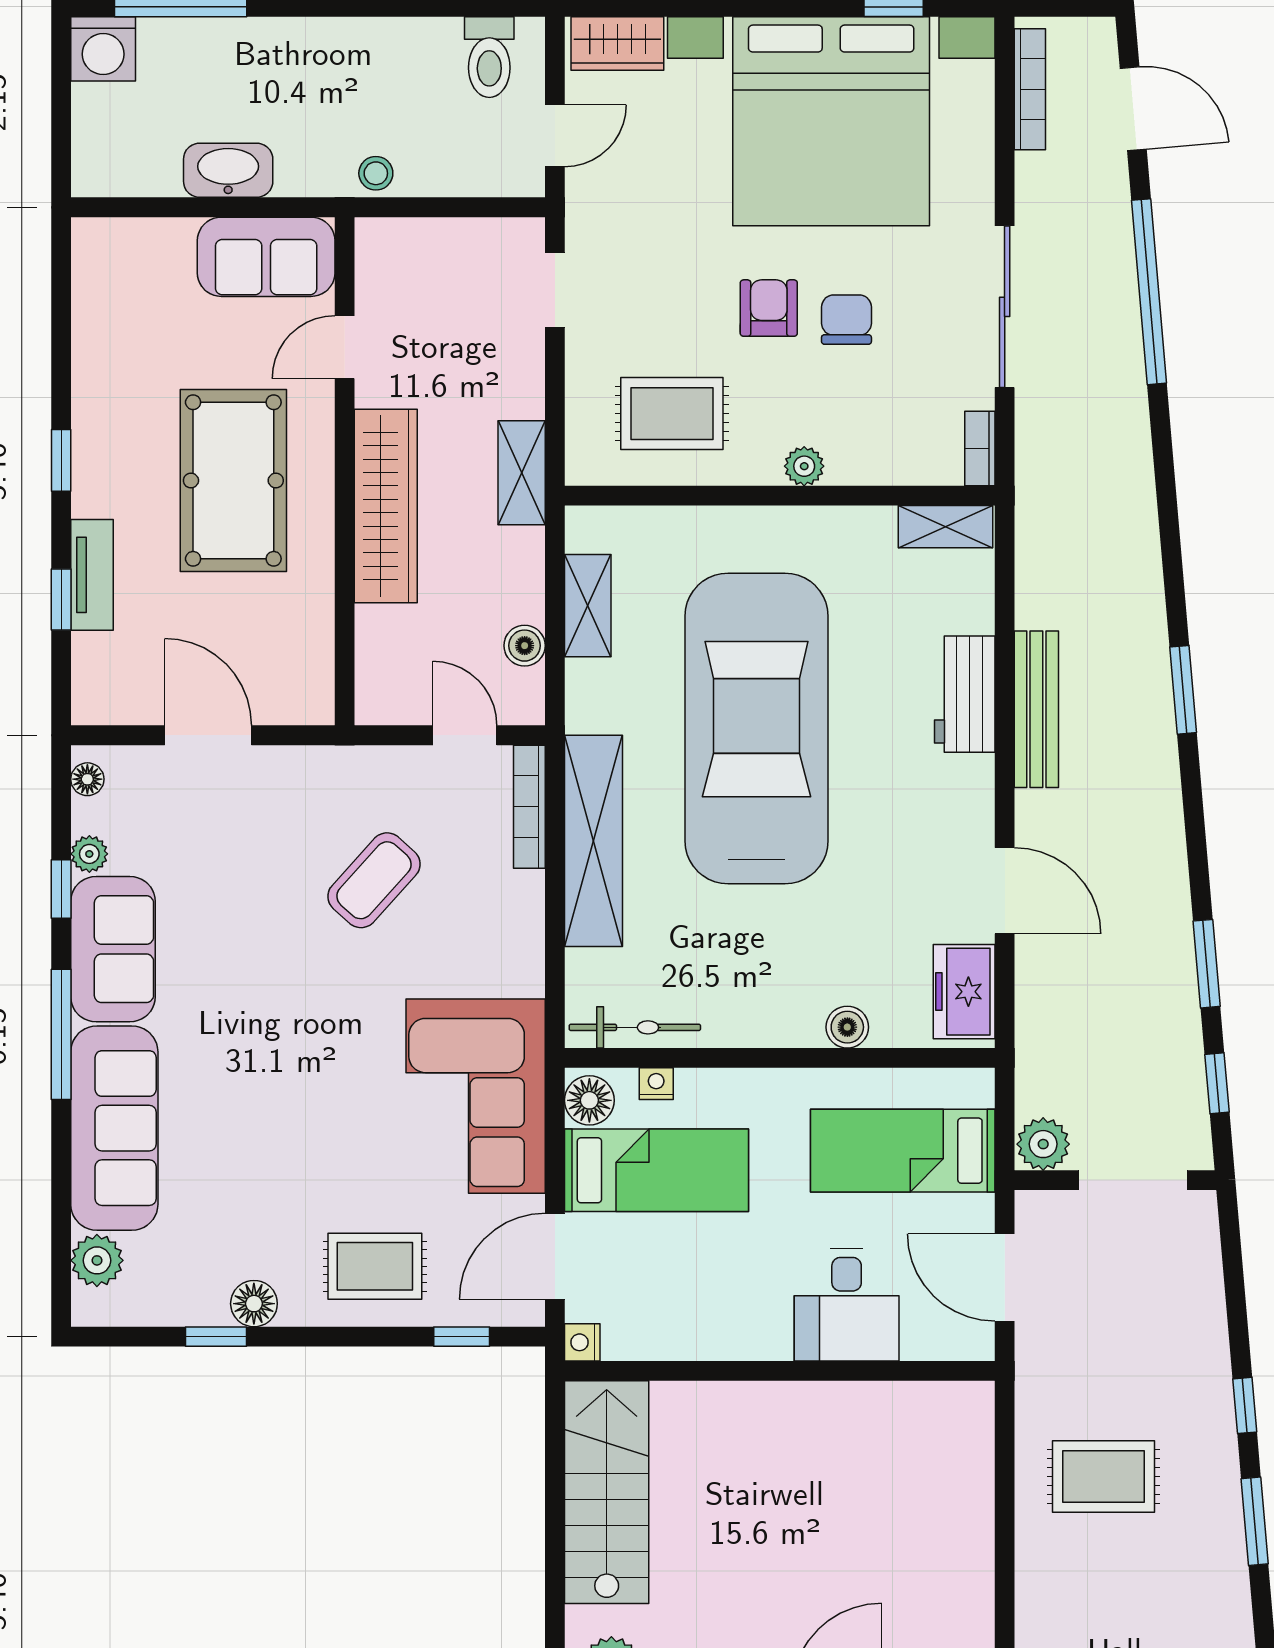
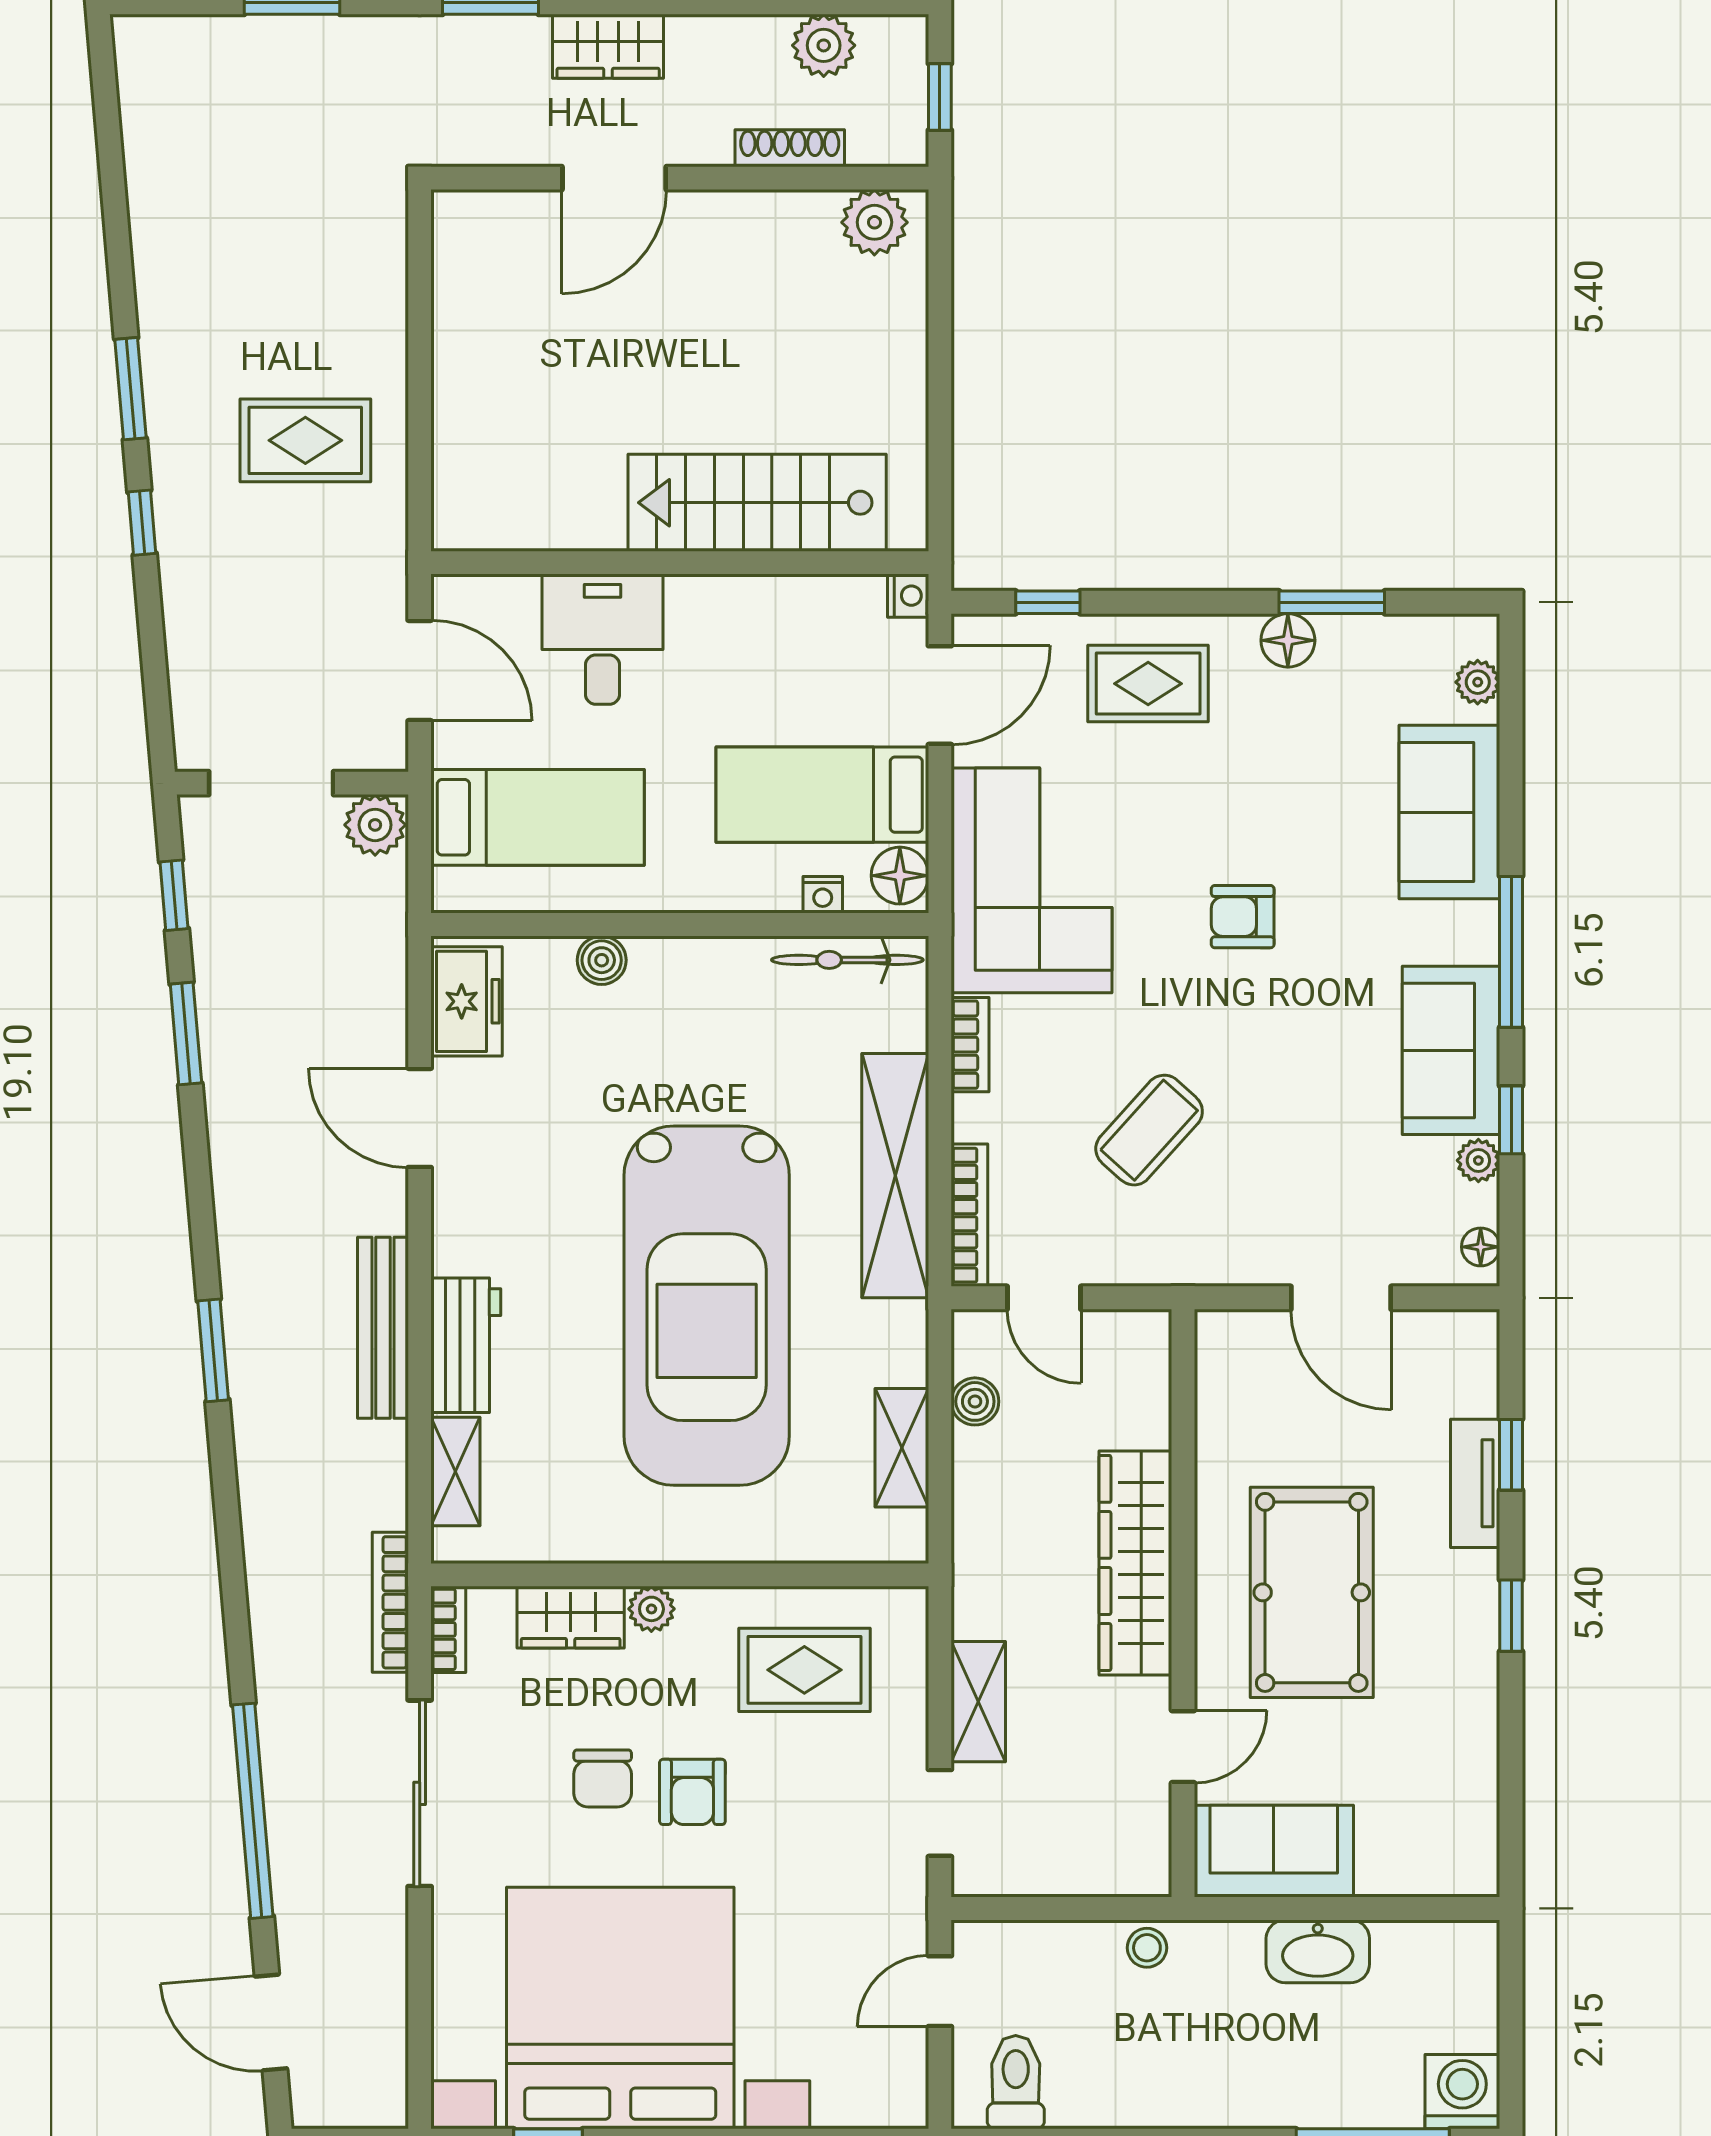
wardrobe: (617, 43) -> (571, 1617), moved, turned 180
bookcase: (1030, 89) -> (390, 1602), moved
shelving: (522, 473) -> (978, 1702), moved
shelving: (946, 527) -> (455, 1472), moved, turned 90
bookcase: (529, 954) -> (970, 1045), added
armchair: (293, 1065) -> (1243, 917), added
sofa: (114, 1128) -> (1449, 812), width x0.73
plant: (97, 1260) -> (1478, 682), width x0.73, depth x0.73
window: (216, 1337) -> (1332, 602), width x1.50
stairs: (607, 1492) -> (757, 503), moved, turned 90

